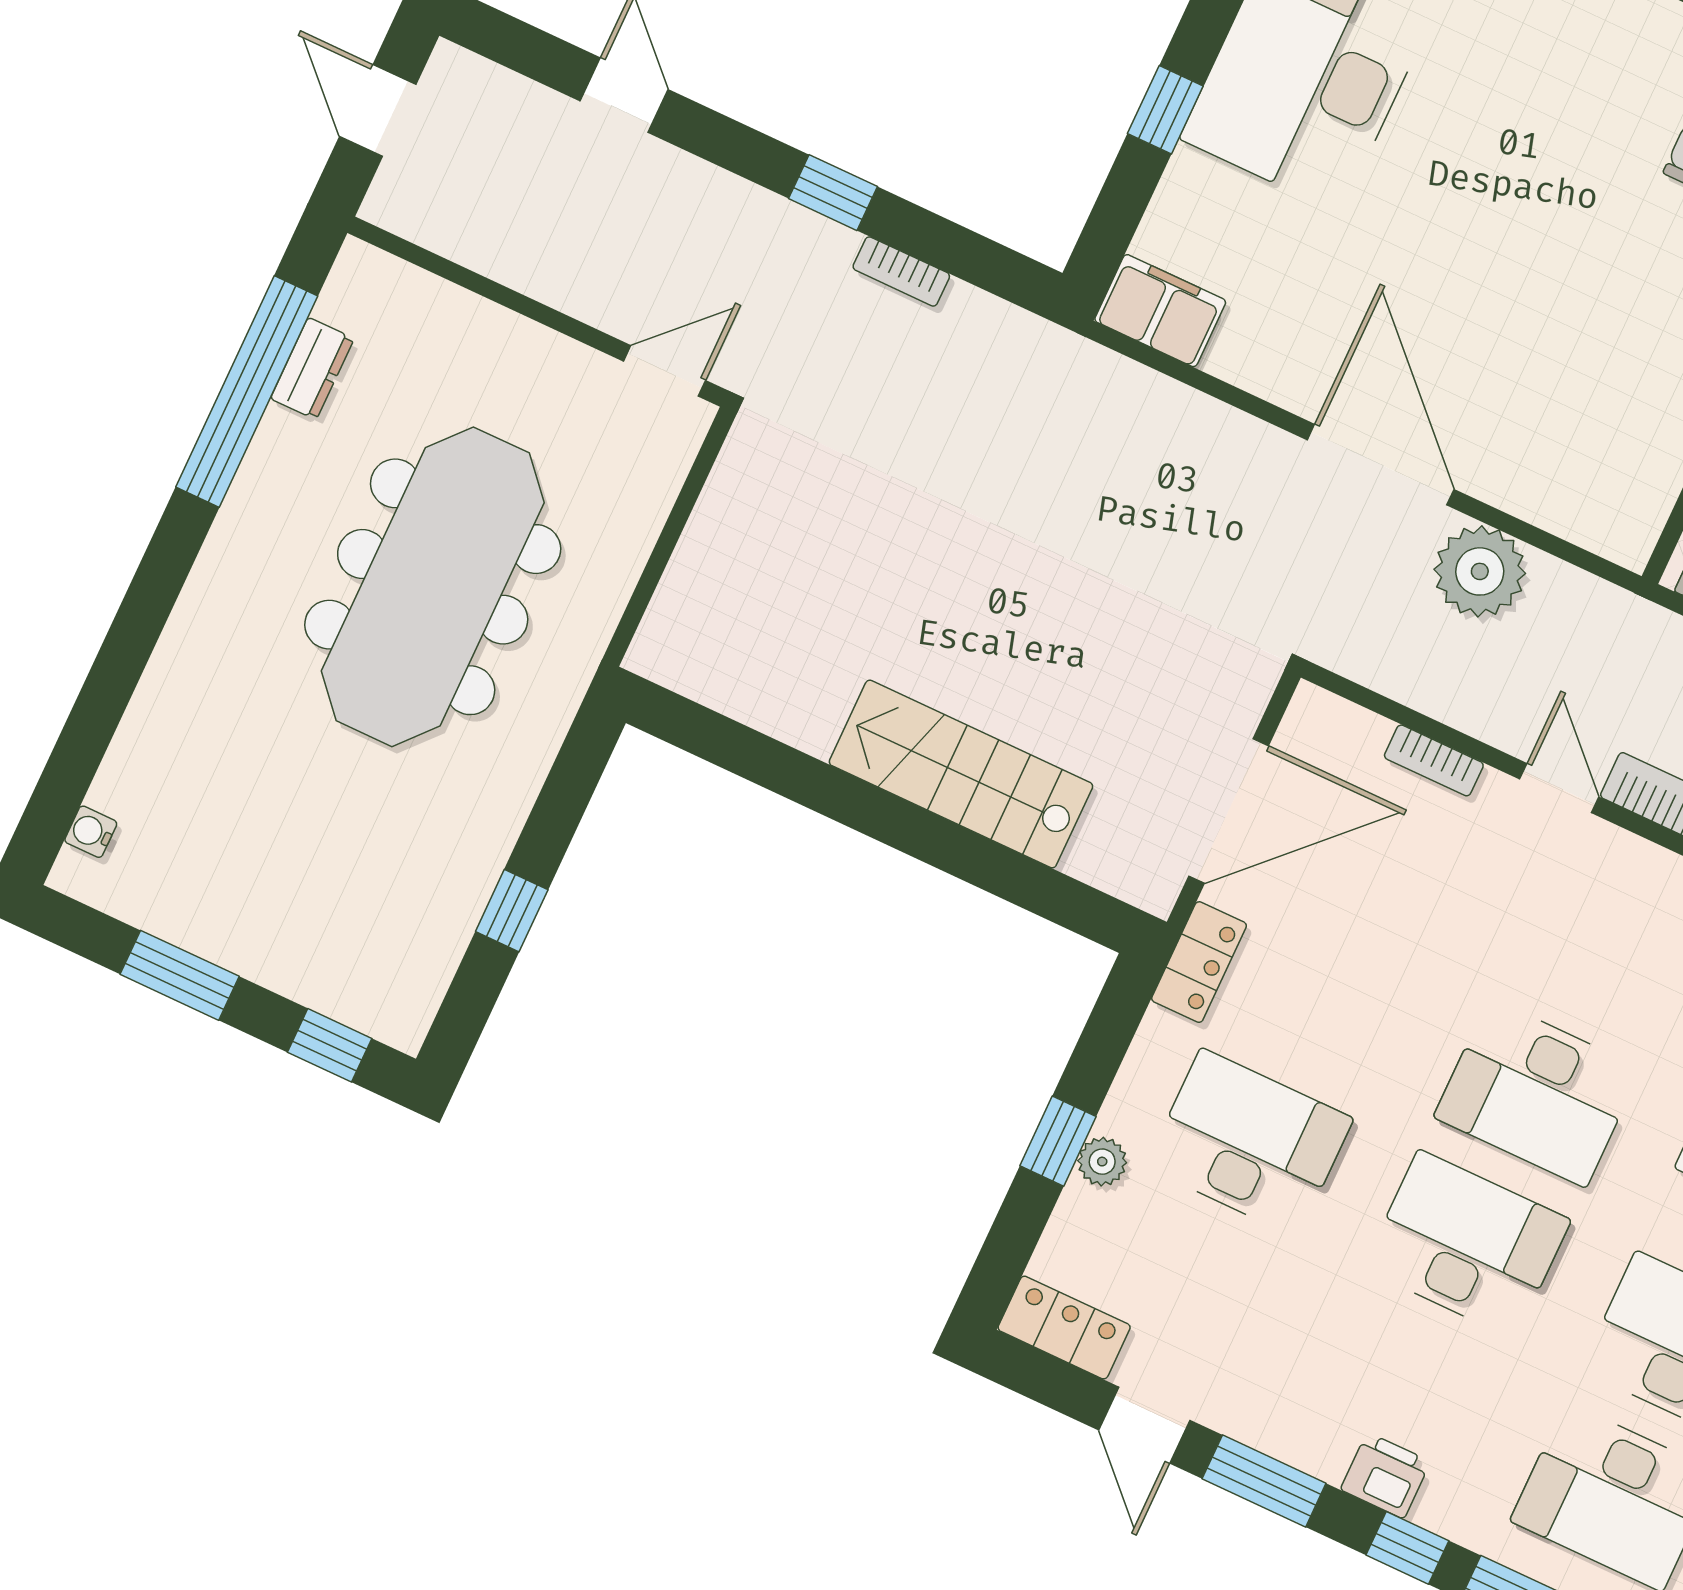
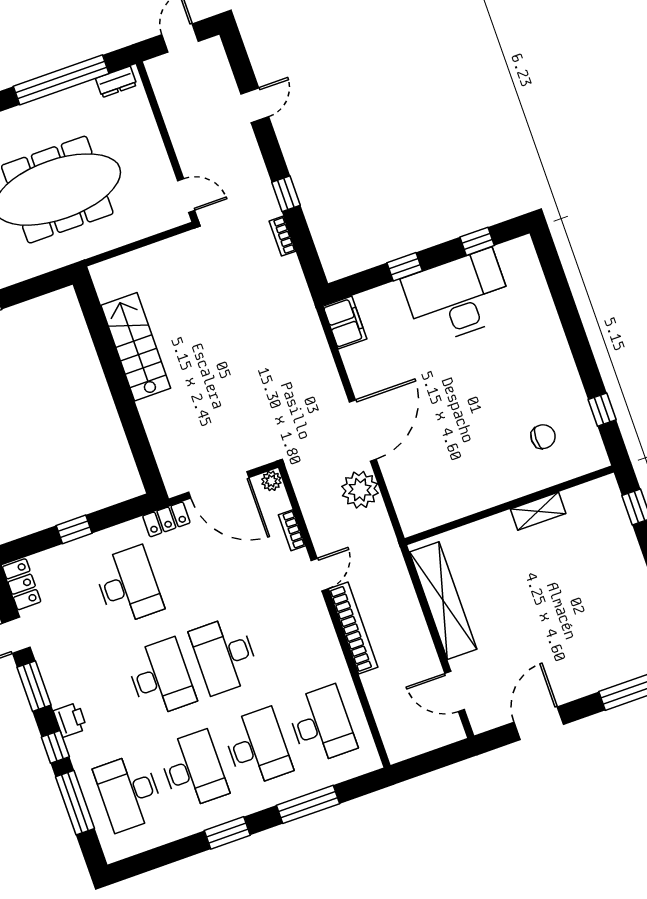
dresser: (312, 369) -> (116, 82), moved
stairs: (961, 774) -> (136, 347), moved
plant: (1102, 1162) -> (271, 481), moved

